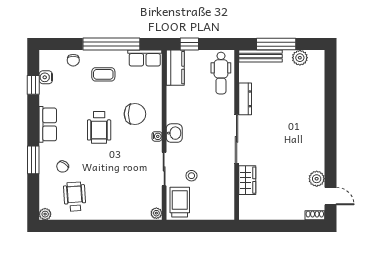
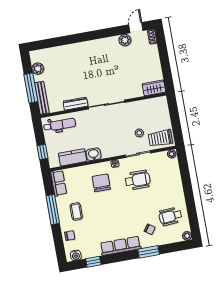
window: (111, 44) -> (53, 210), width x0.68
kitchen counter: (175, 68) -> (73, 157), moved
water cooler: (46, 77) -> (76, 255), moved
row of seats: (48, 124) -> (121, 246), width x1.48
wheelchair: (99, 127) -> (138, 180), moved
washbasin: (174, 133) -> (94, 154), moved
wardrobe: (247, 180) -> (154, 88), moved

